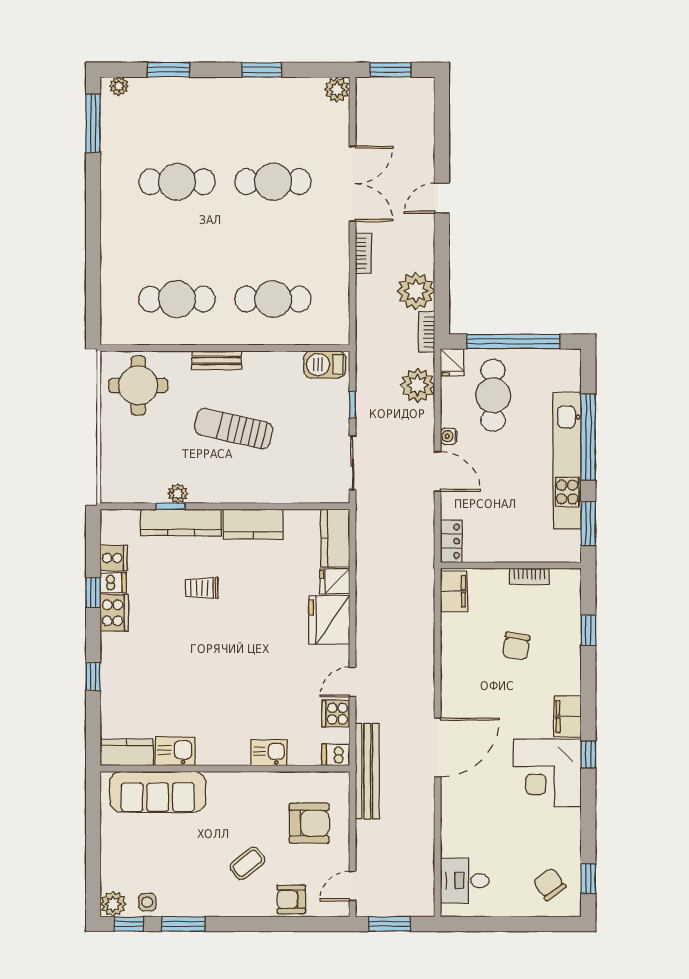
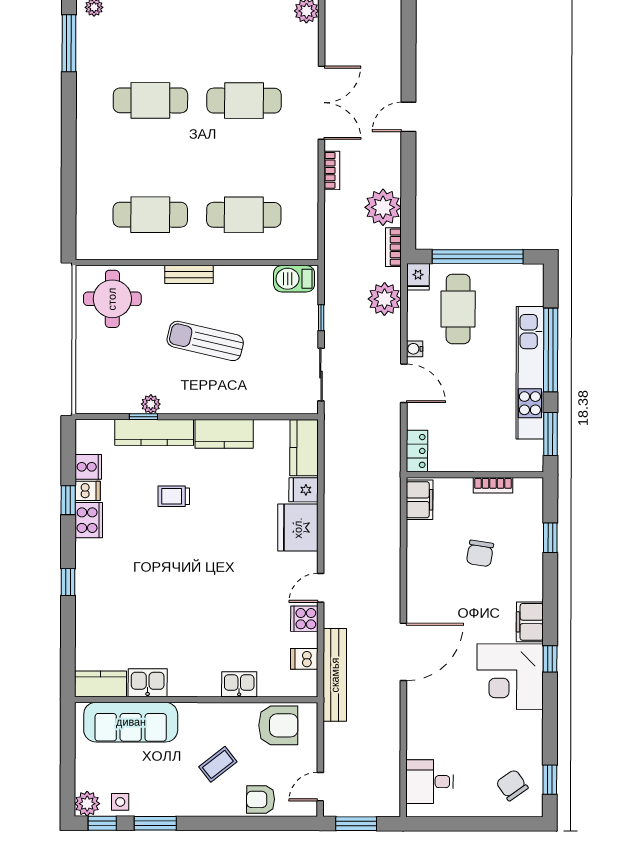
kitchen sink: (175, 751) -> (148, 683), moved
kitchen counter: (127, 752) -> (101, 684), moved
kitchen sink: (269, 753) -> (239, 684), moved
wall: (225, 769) -> (196, 700), moved
sofa: (158, 792) -> (131, 722), moved

